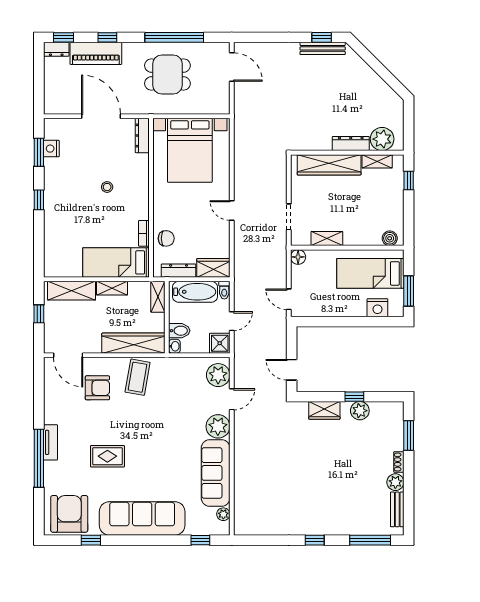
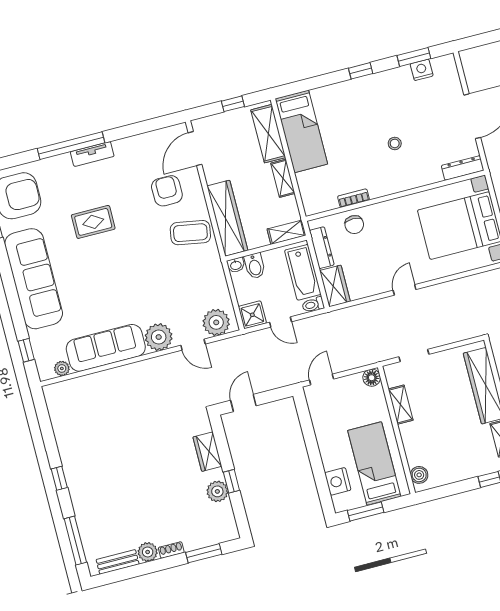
bed: (116, 262) -> (301, 131), moved, turned 180
armchair: (97, 388) -> (167, 191), turned 180
rug: (107, 456) -> (93, 222), turned 90

